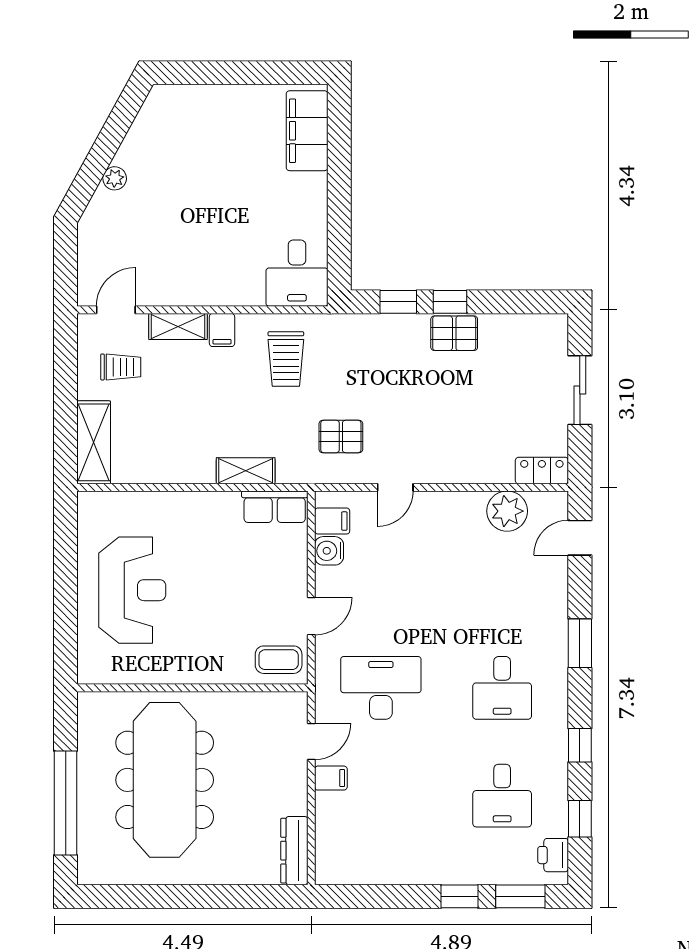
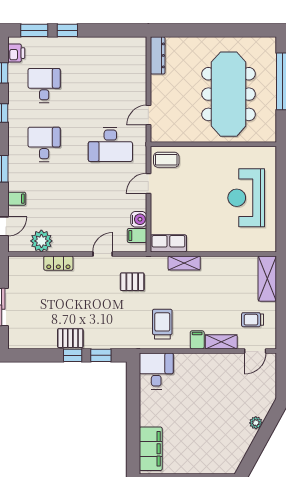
locker: (542, 471) -> (58, 263), moved
filing cabinet: (331, 778) -> (17, 199), moved, turned 180

